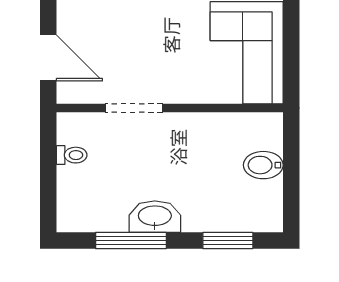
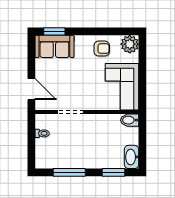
bidet: (263, 165) -> (130, 120), moved
washbasin: (155, 217) -> (132, 157), moved, turned -90

